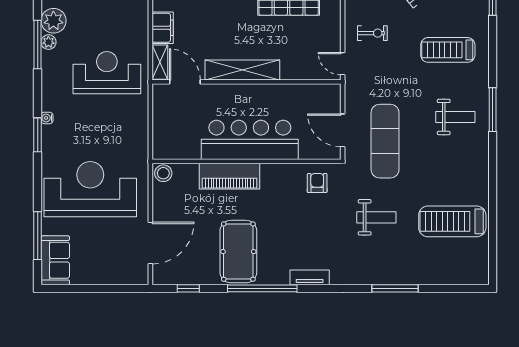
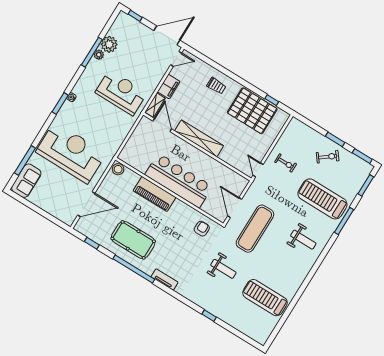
treadmill: (448, 50) -> (322, 199), width x1.37, depth x1.38
window: (493, 110) -> (344, 221), moved
pool table: (238, 252) -> (133, 240), turned 90
window: (395, 288) -> (209, 316), width x0.46

